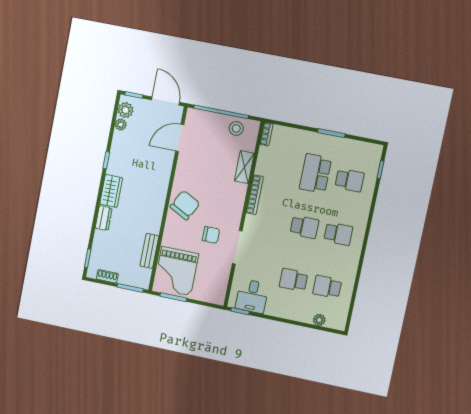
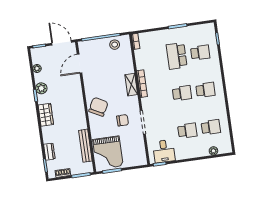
plant: (126, 110) -> (41, 88), moved
shelving: (244, 167) -> (131, 85), moved
dresser: (104, 218) -> (49, 152), moved
bench: (149, 251) -> (85, 146), width x1.36
school desk: (293, 280) -> (187, 131), turned 180
school desk: (327, 287) -> (211, 127), turned 180

